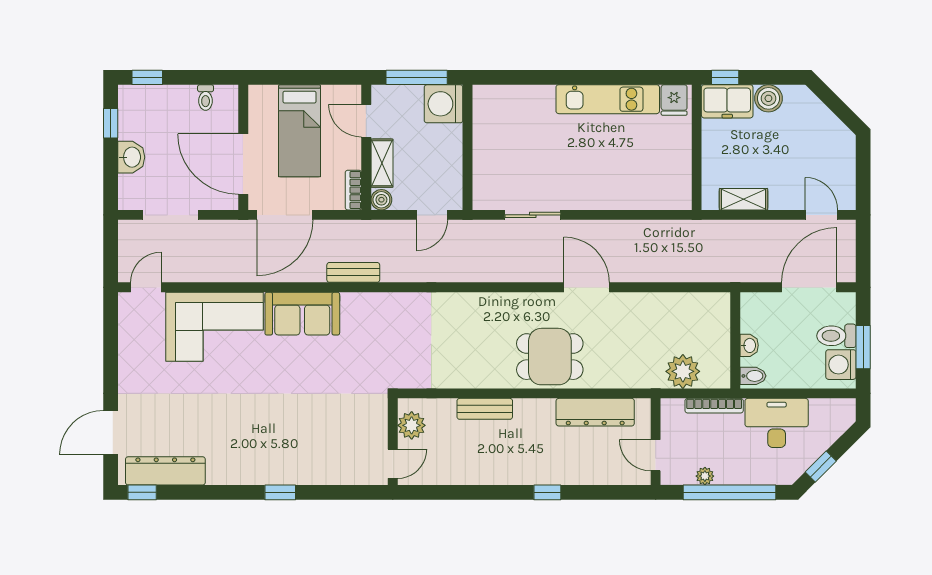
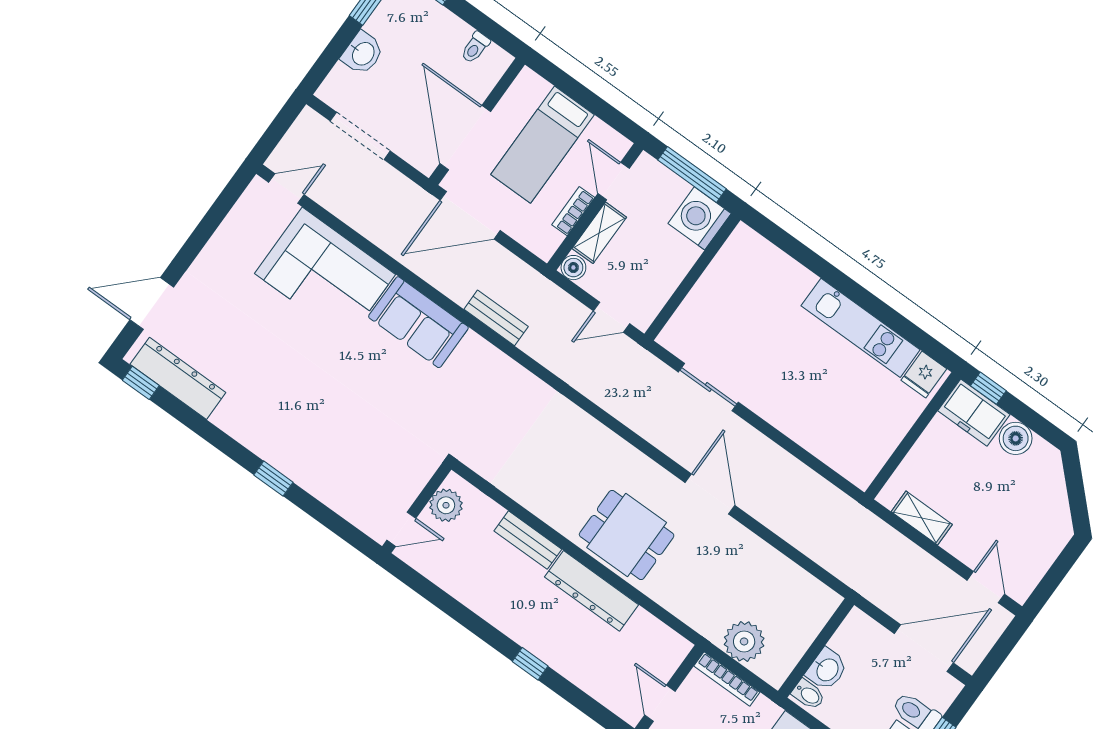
bookcase: (353, 190) -> (573, 211), moved
washbasin: (749, 345) -> (827, 669), width x1.38, depth x1.45
bookcase: (714, 406) -> (727, 679), moved
dresser: (595, 412) -> (591, 591), moved

